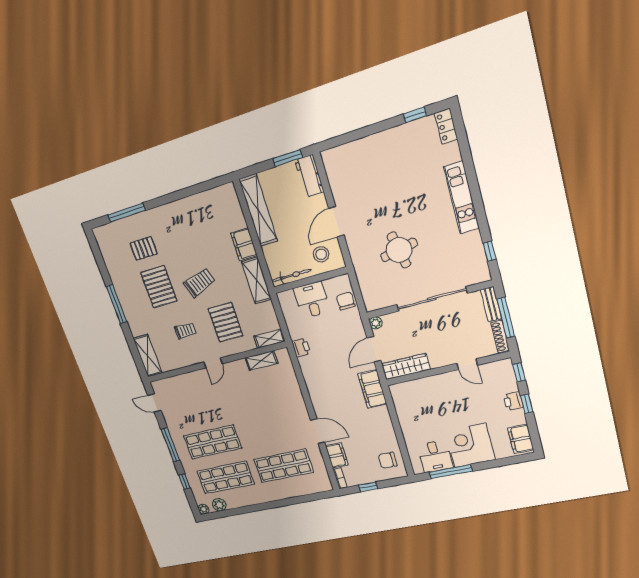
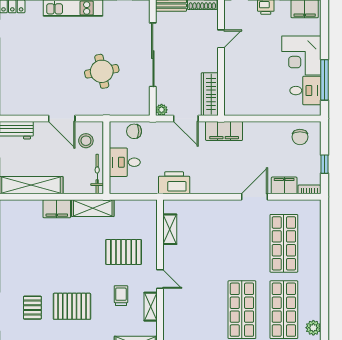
trolley: (199, 283) -> (79, 264), removed
shelving: (269, 339) -> (151, 307), moved
printer: (301, 348) -> (174, 183), width x1.87, depth x1.48

